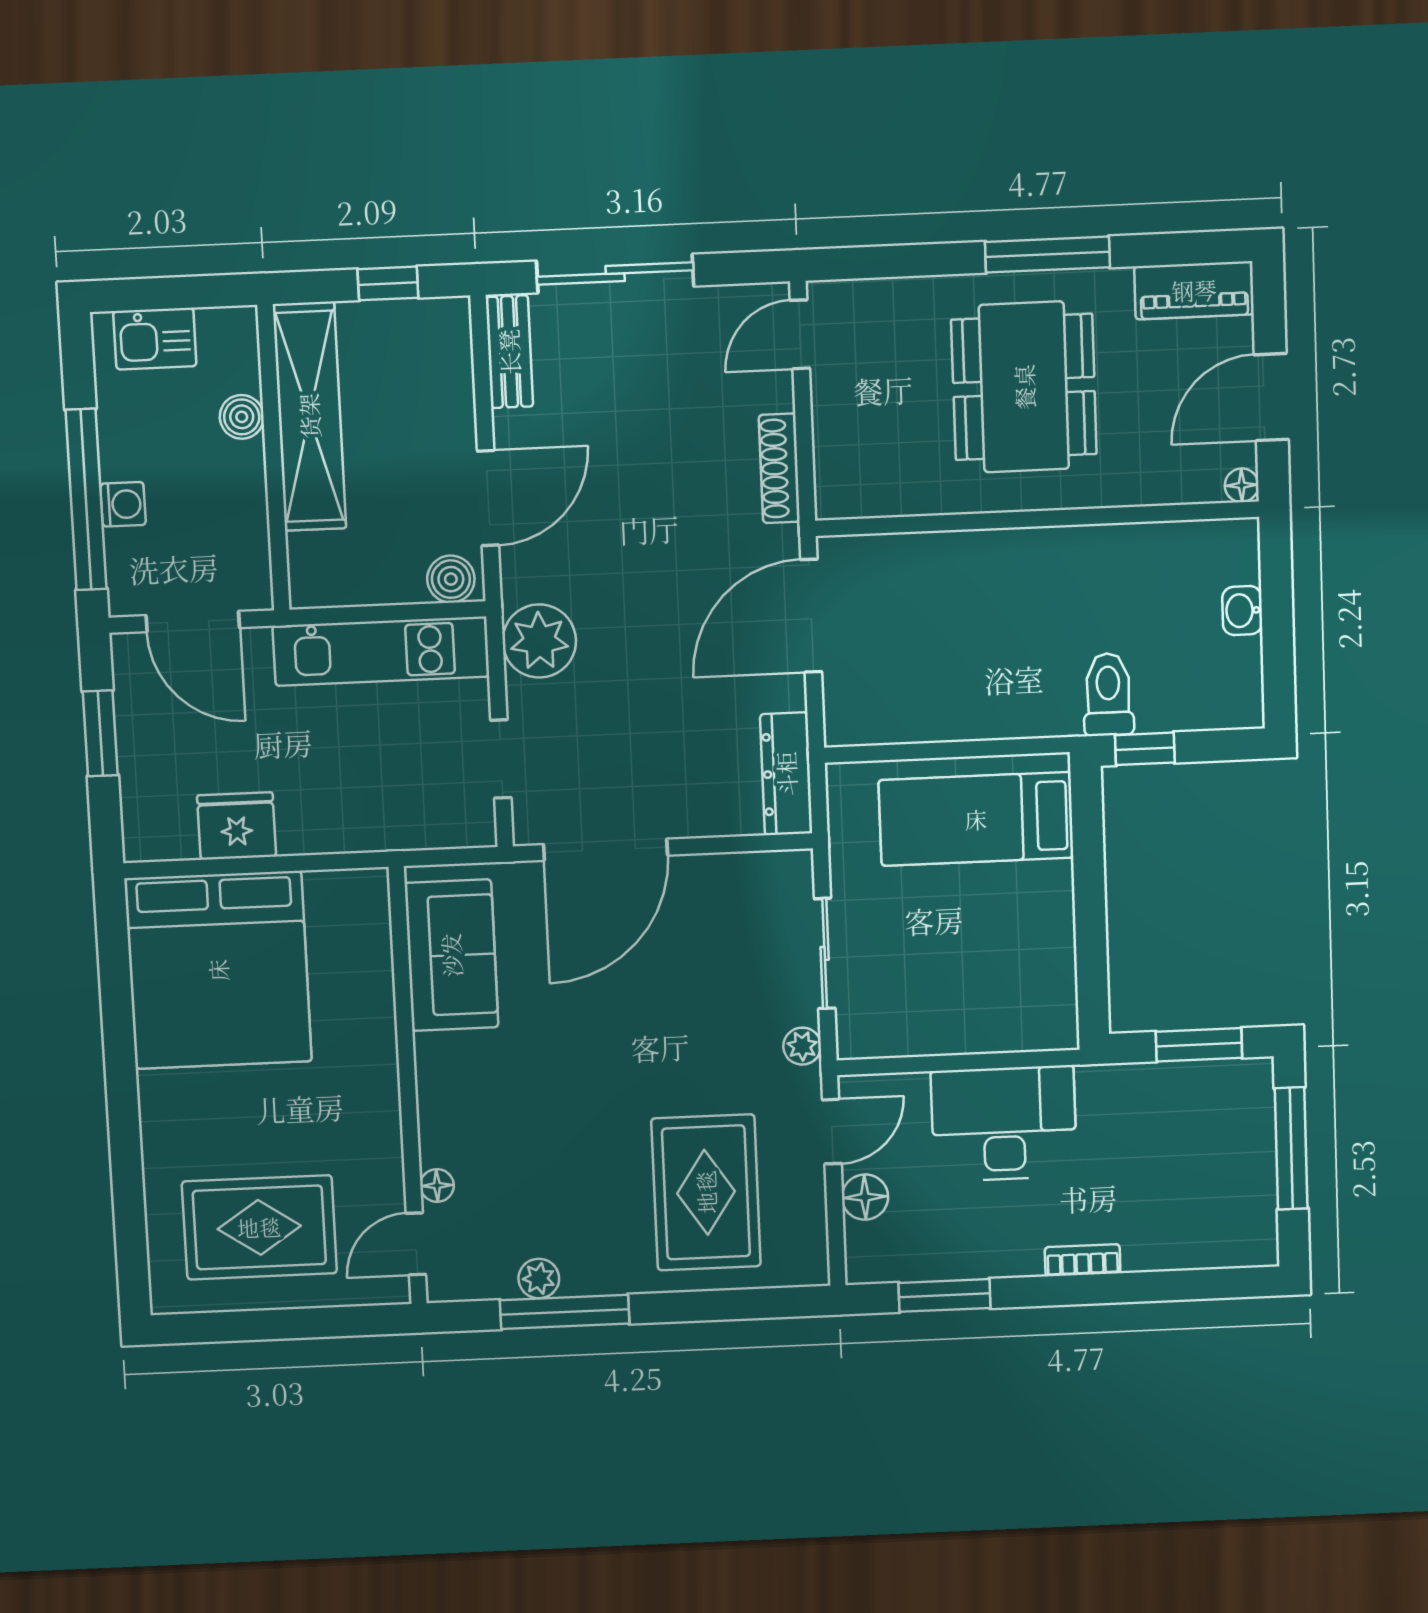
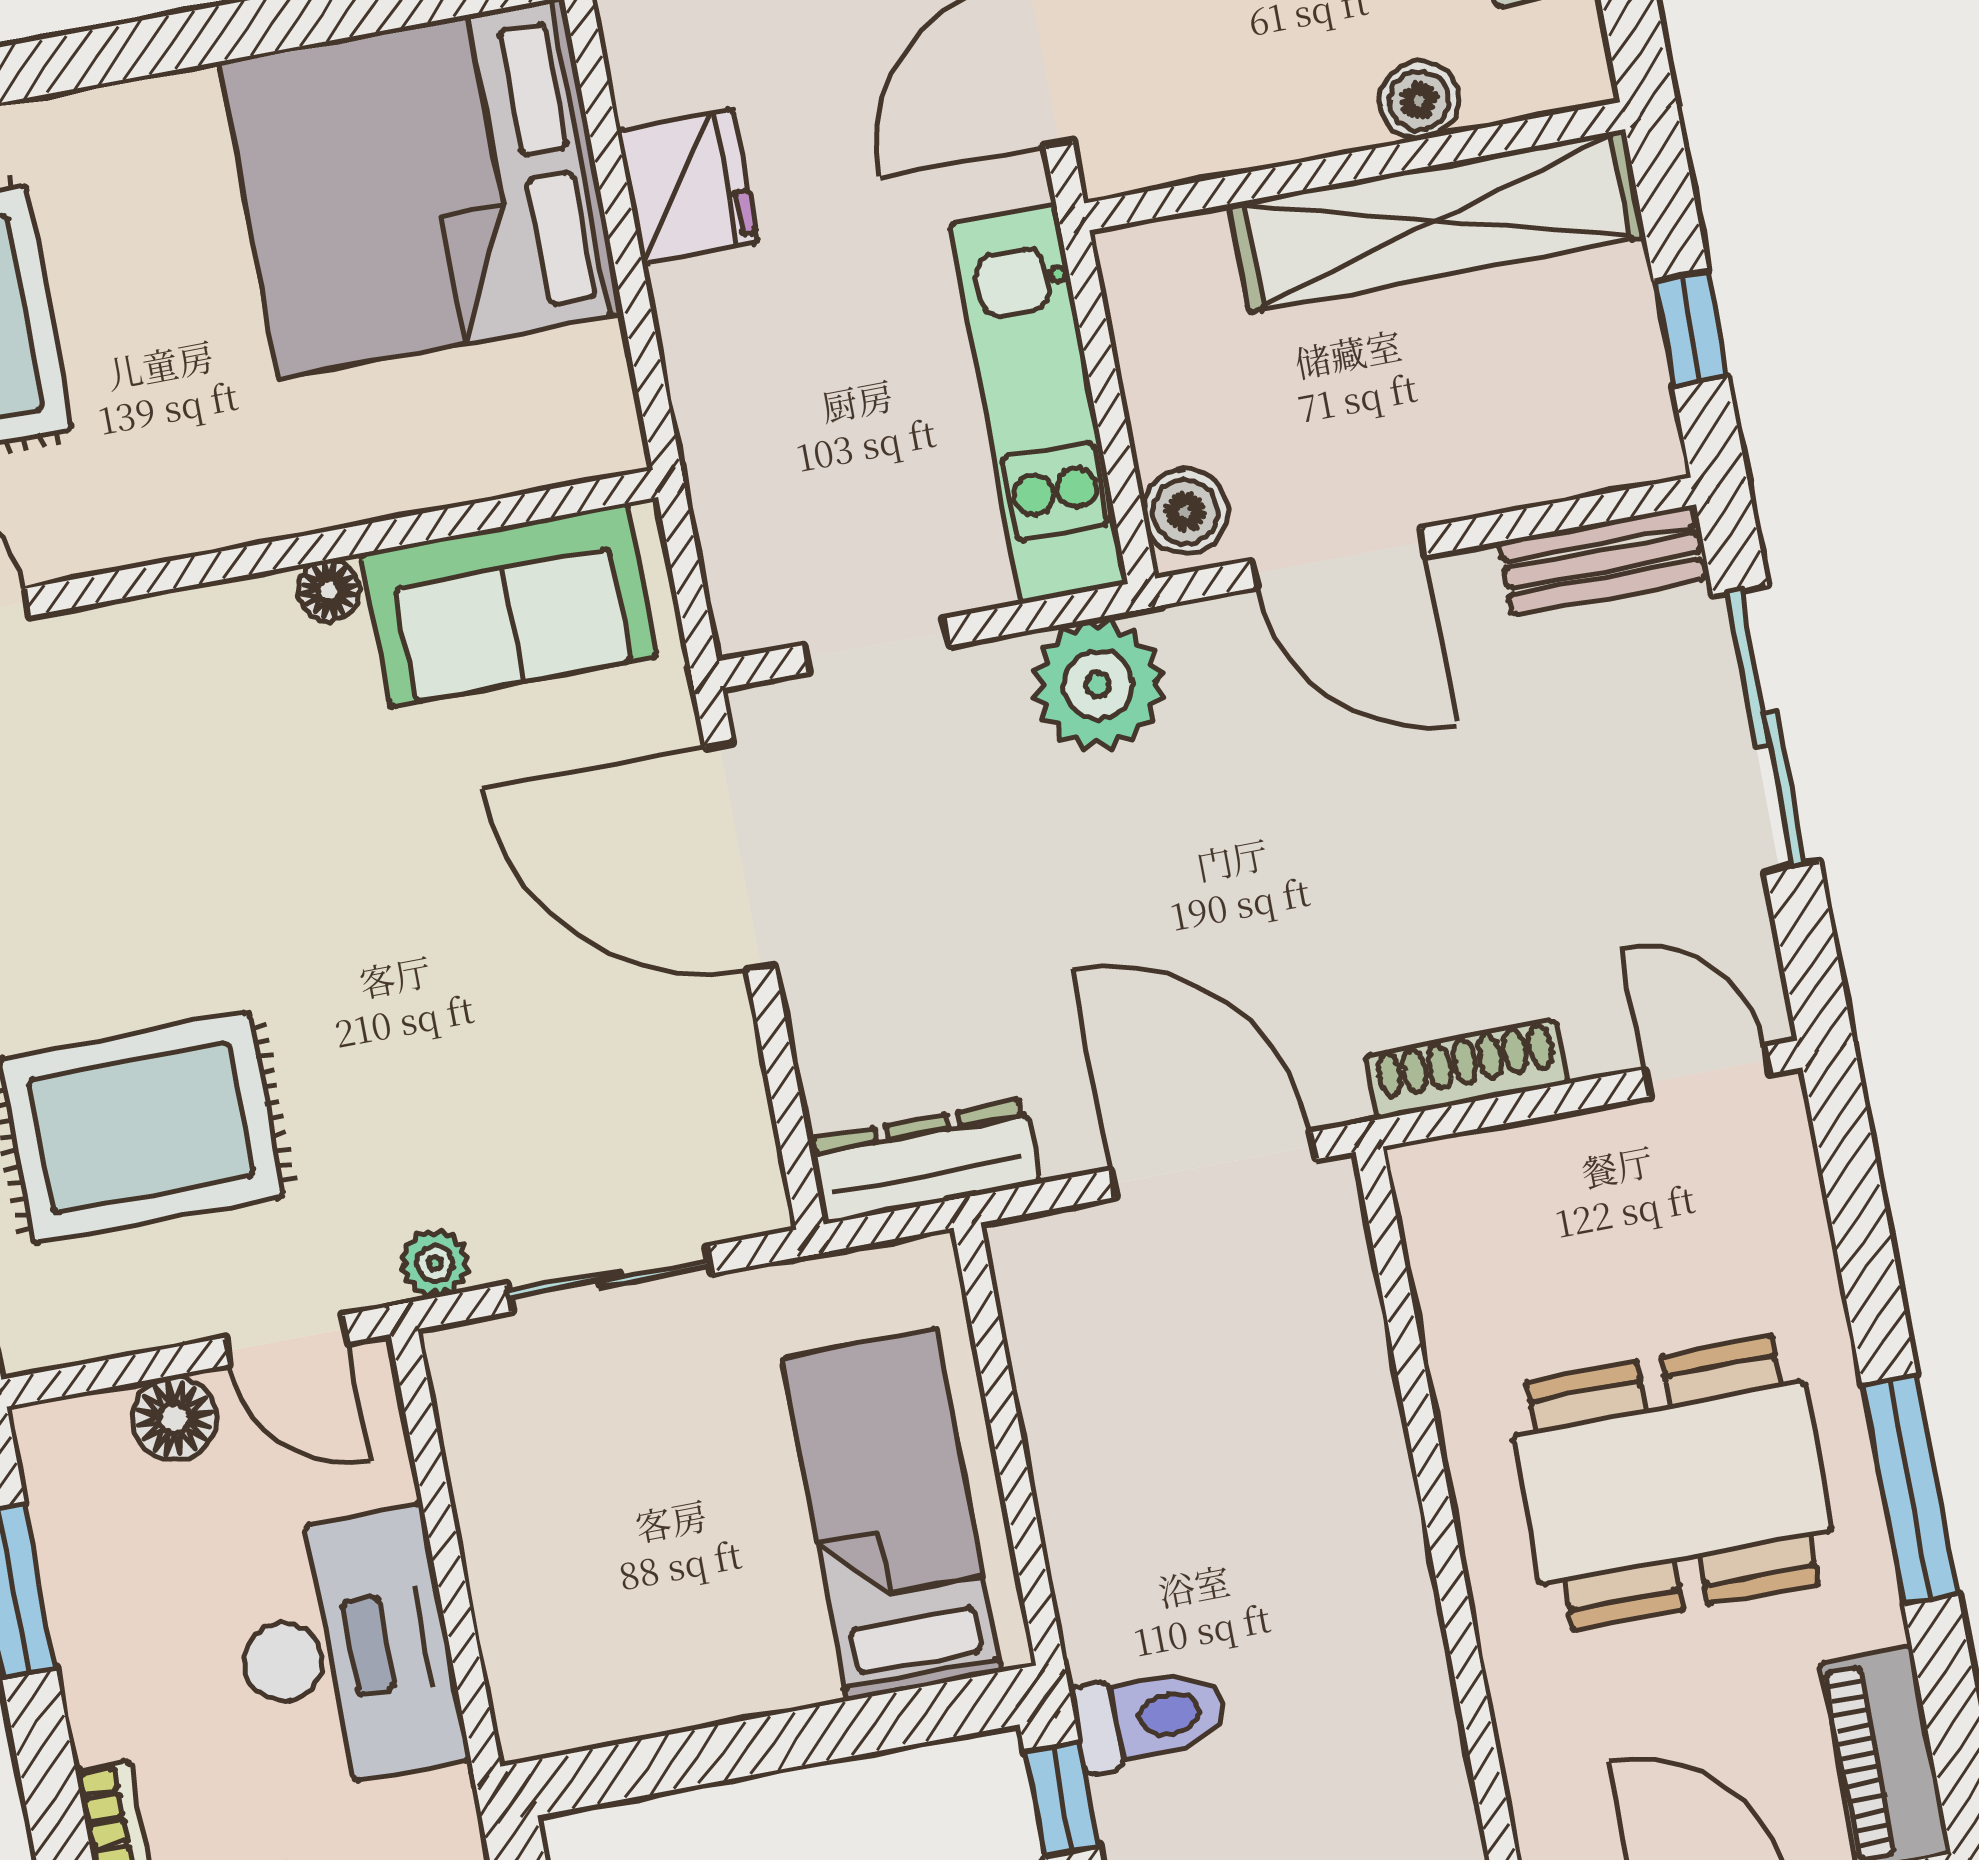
floor lamp: (437, 1185) -> (329, 590), moved

